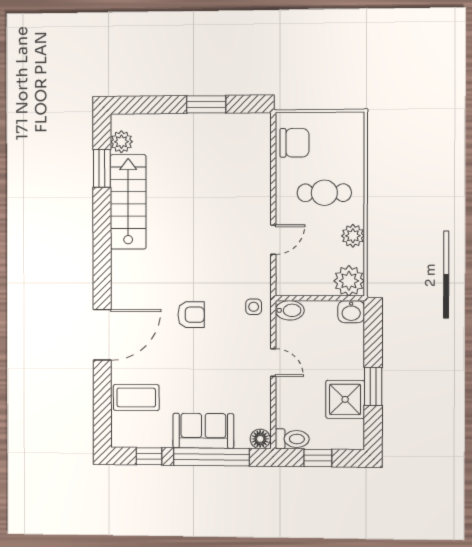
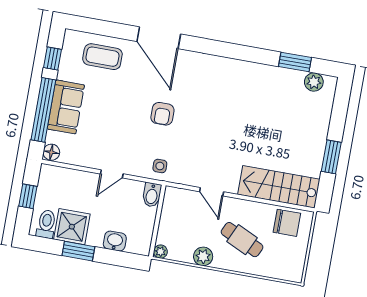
chair: (294, 143) -> (287, 223), turned -90
cafe table: (324, 193) -> (242, 240), turned -65
stairs: (128, 202) -> (279, 187), moved, turned 180
plant: (349, 281) -> (160, 252), width x0.53, depth x0.53
washbasin: (351, 312) -> (115, 241), moved, turned 90
coffee table: (136, 397) -> (102, 57), turned 90
toilet: (292, 439) -> (46, 224), moved, turned 180

